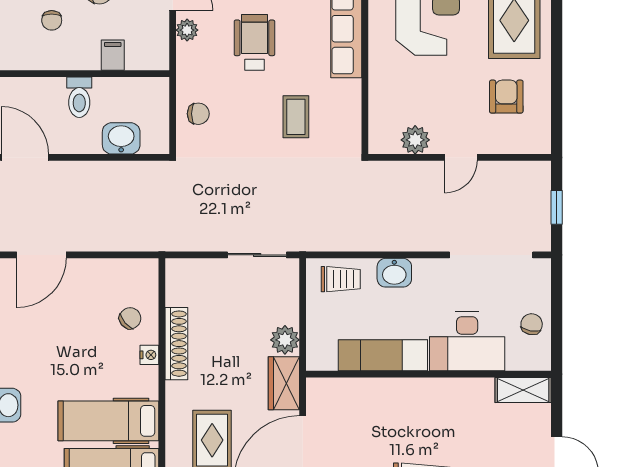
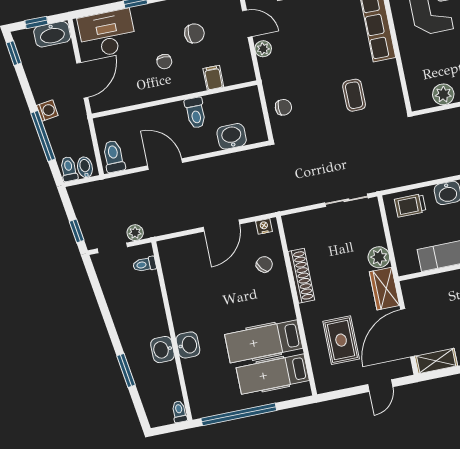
wheelchair: (254, 42) -> (313, 48), removed
door: (41, 255) -> (221, 226), moved
trolley: (341, 279) -> (410, 205), turned 180
nightstand: (149, 355) -> (264, 226), moved, turned -90

